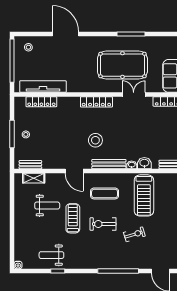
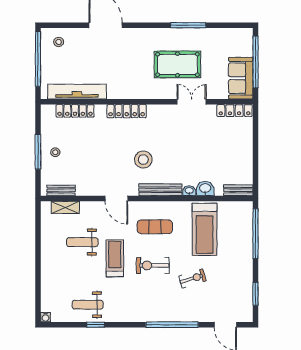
pool table: (122, 65) -> (177, 64), width x0.73, depth x0.76
locker: (96, 102) -> (127, 111), moved
weight bench: (47, 206) -> (82, 242), turned 180

